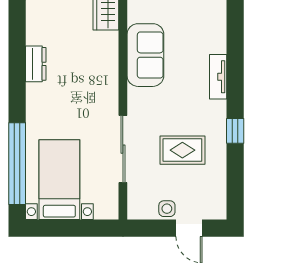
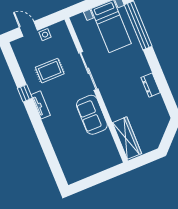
tv unit: (218, 77) -> (41, 105), moved
sliding door: (123, 149) -> (88, 71), moved

